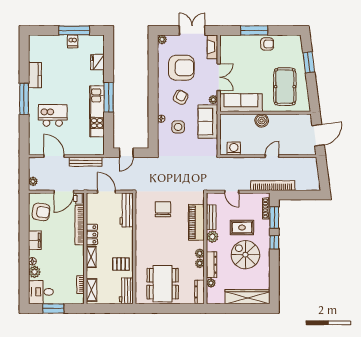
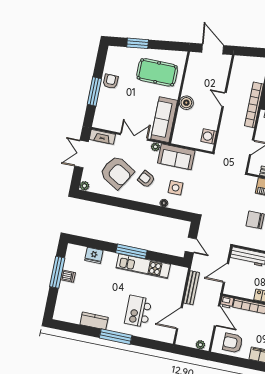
armchair: (181, 68) -> (117, 172), turned 121
armchair: (41, 212) -> (233, 343), turned -98

